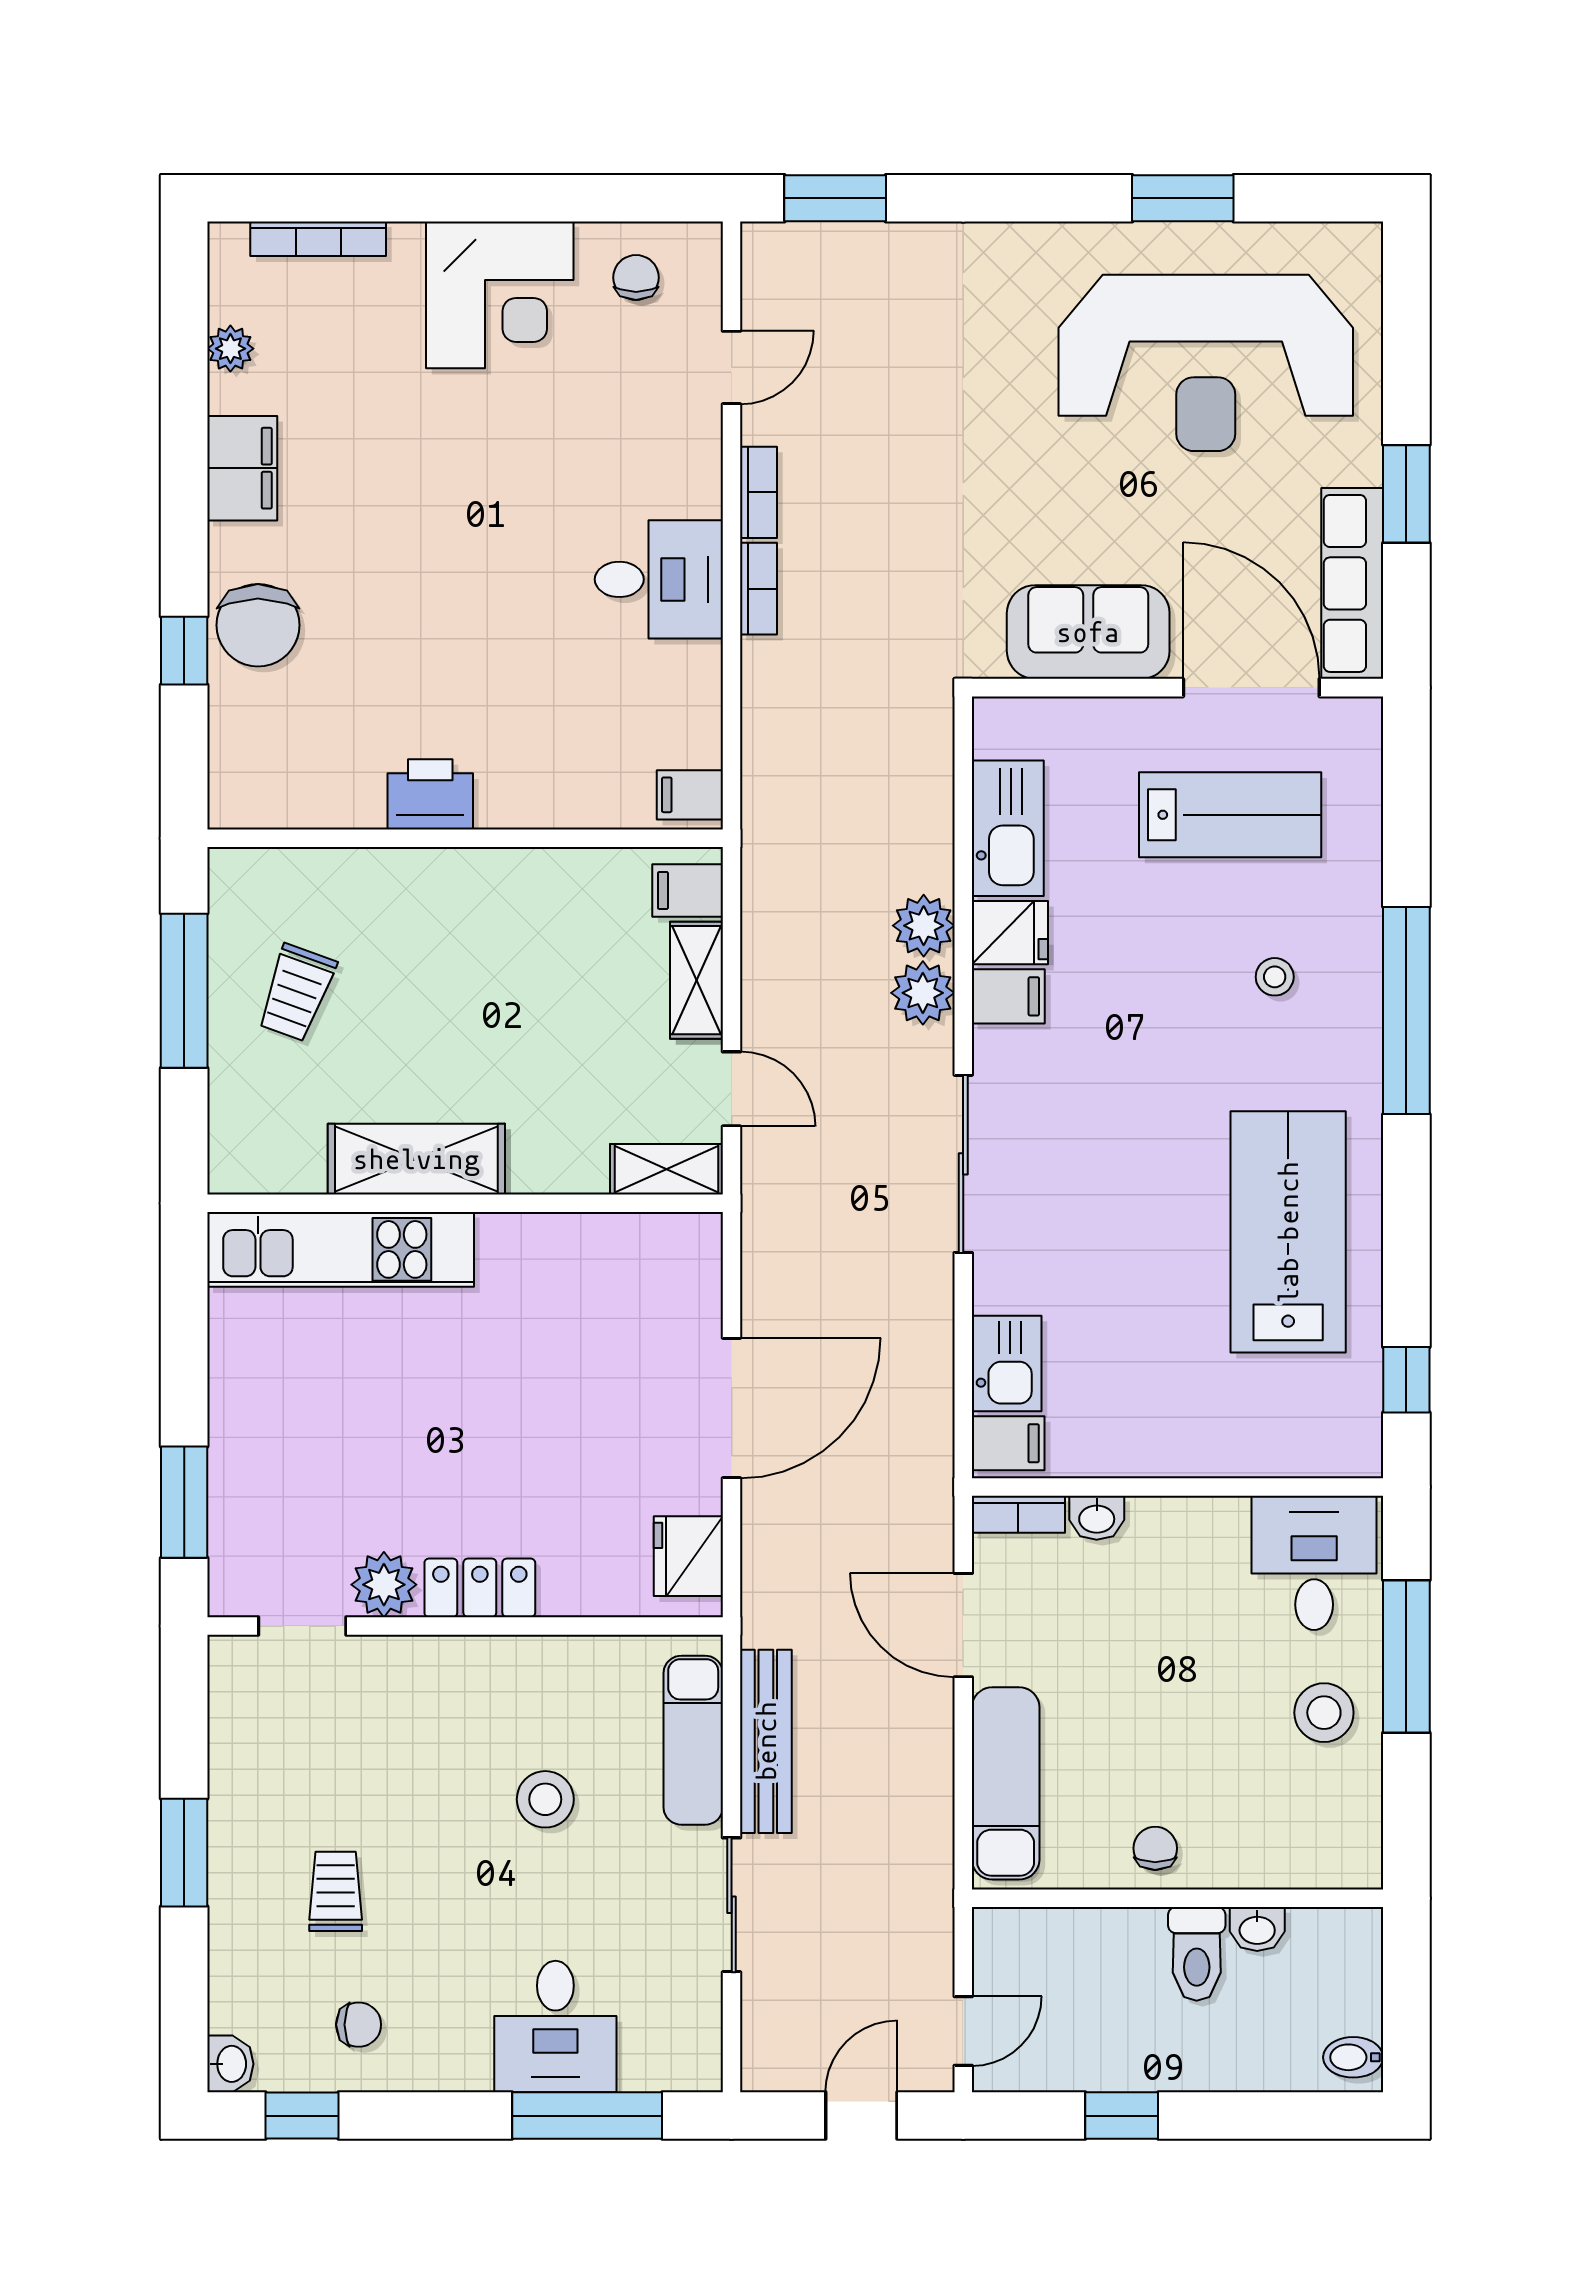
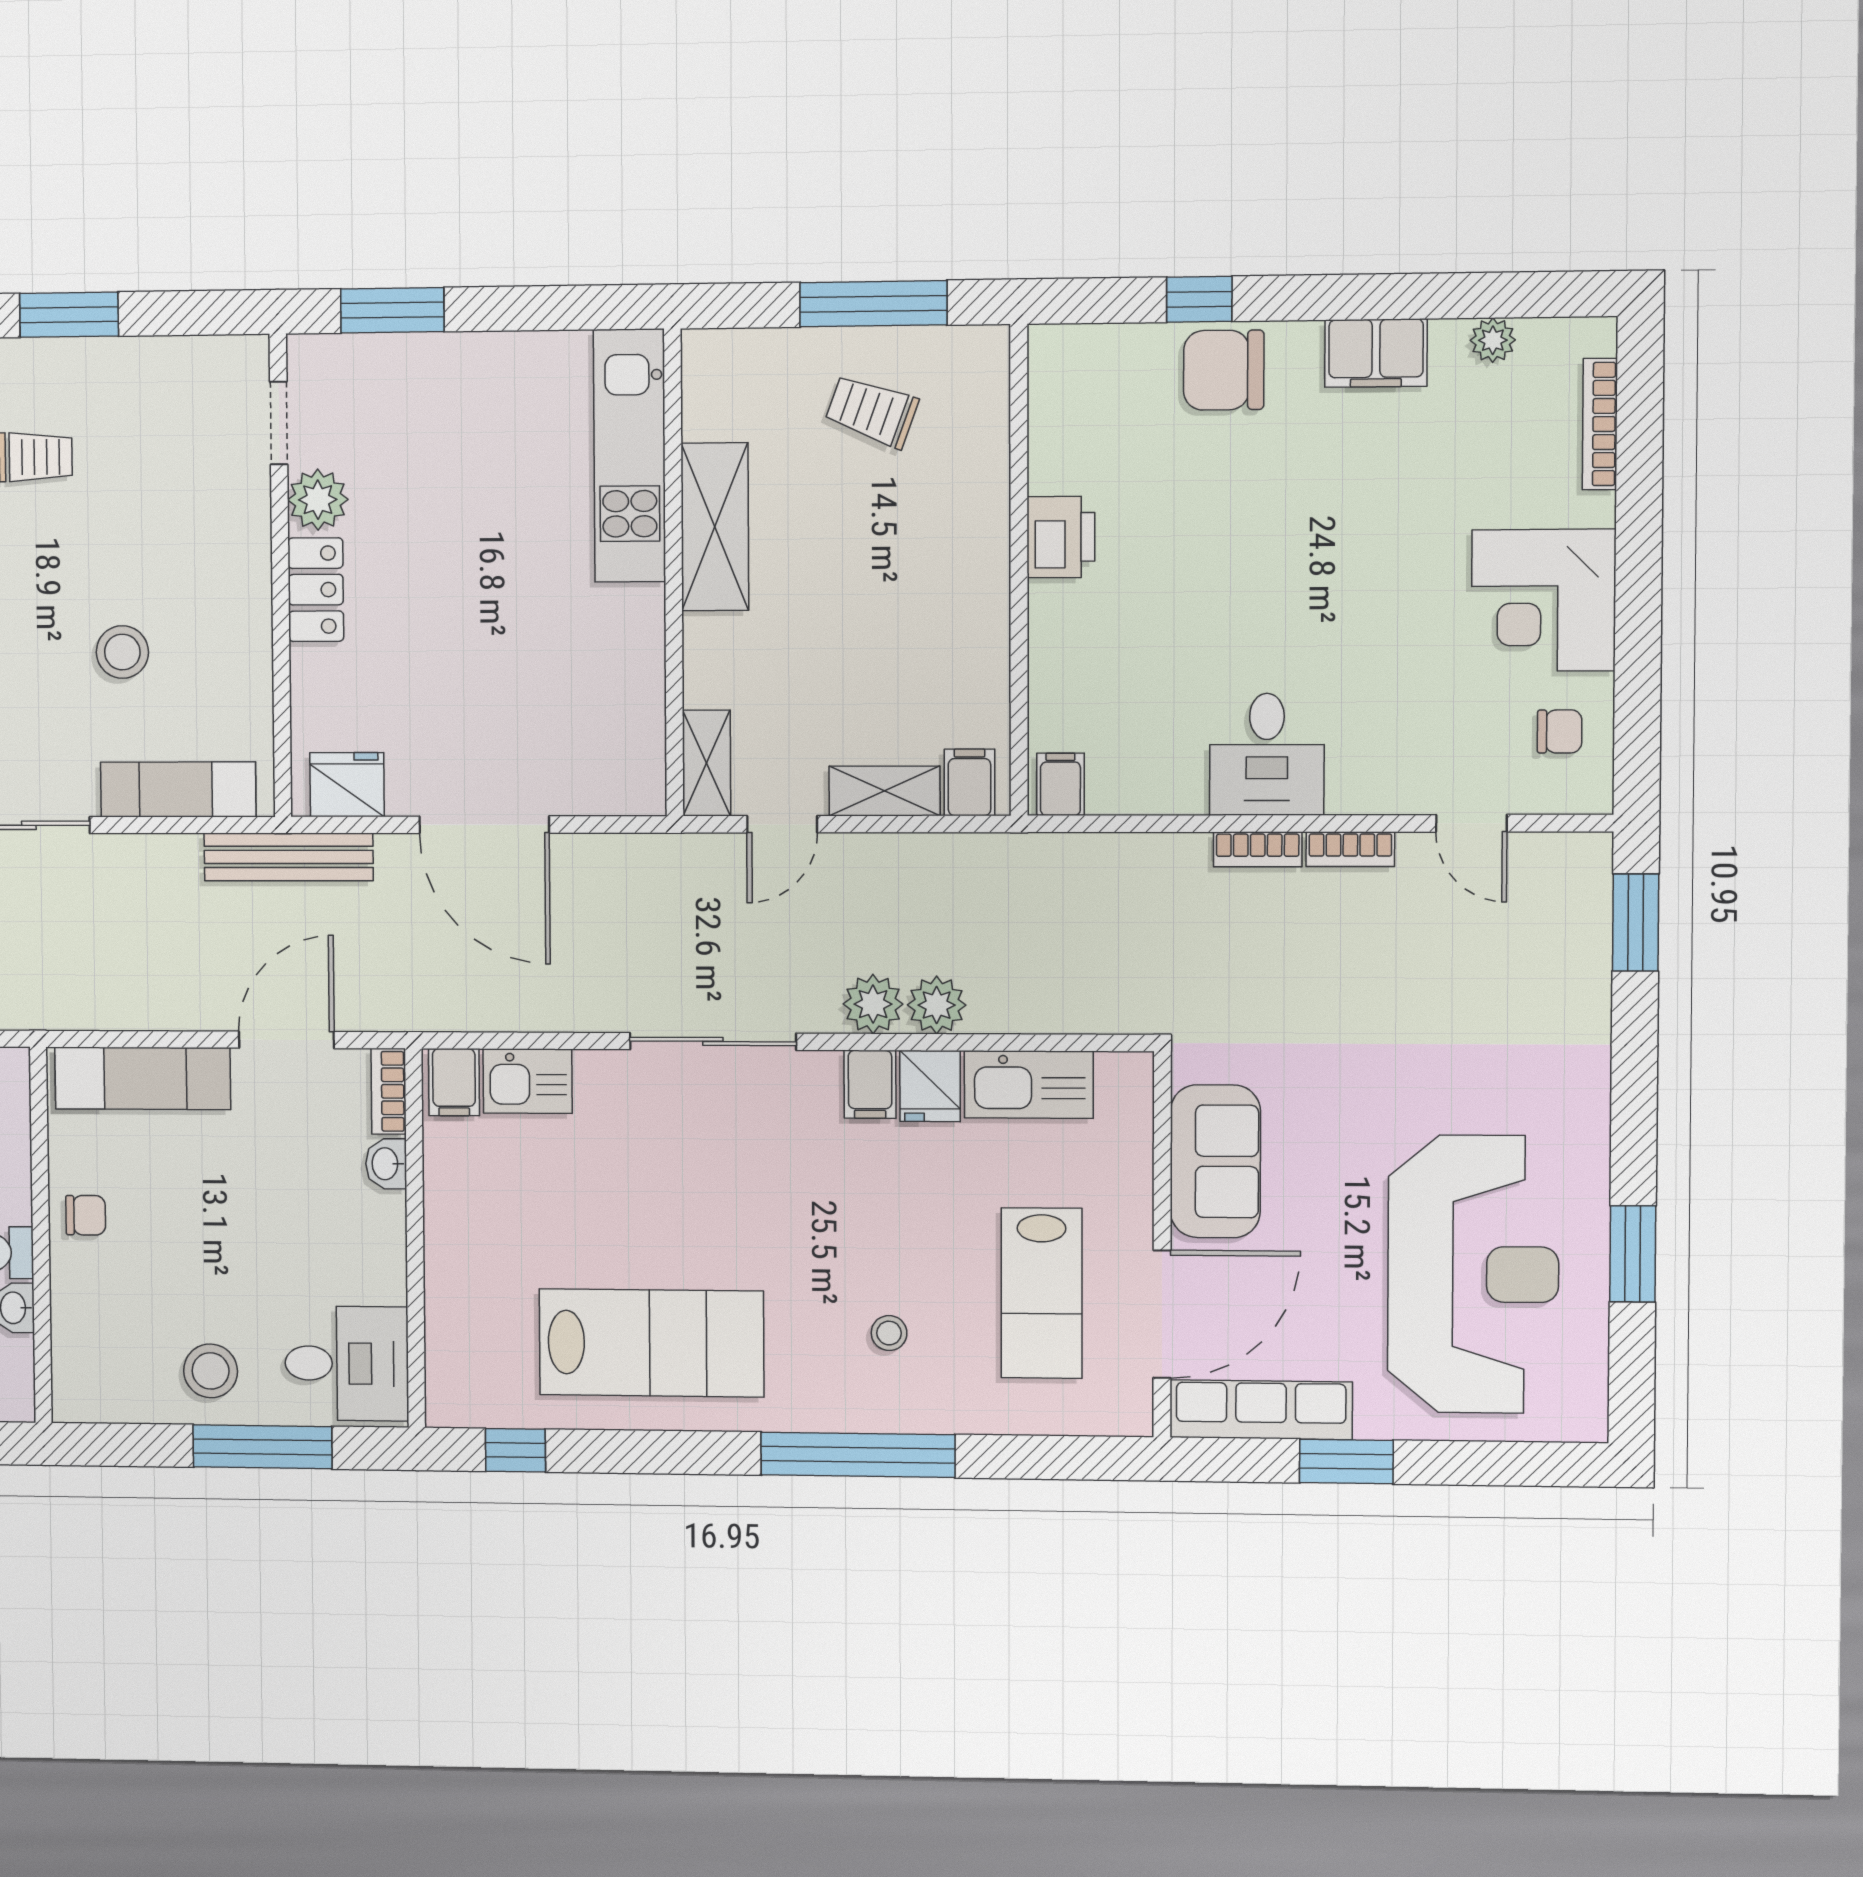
reception desk: (1206, 363) -> (1473, 1274), turned 180
bench: (766, 1741) -> (289, 857), moved

